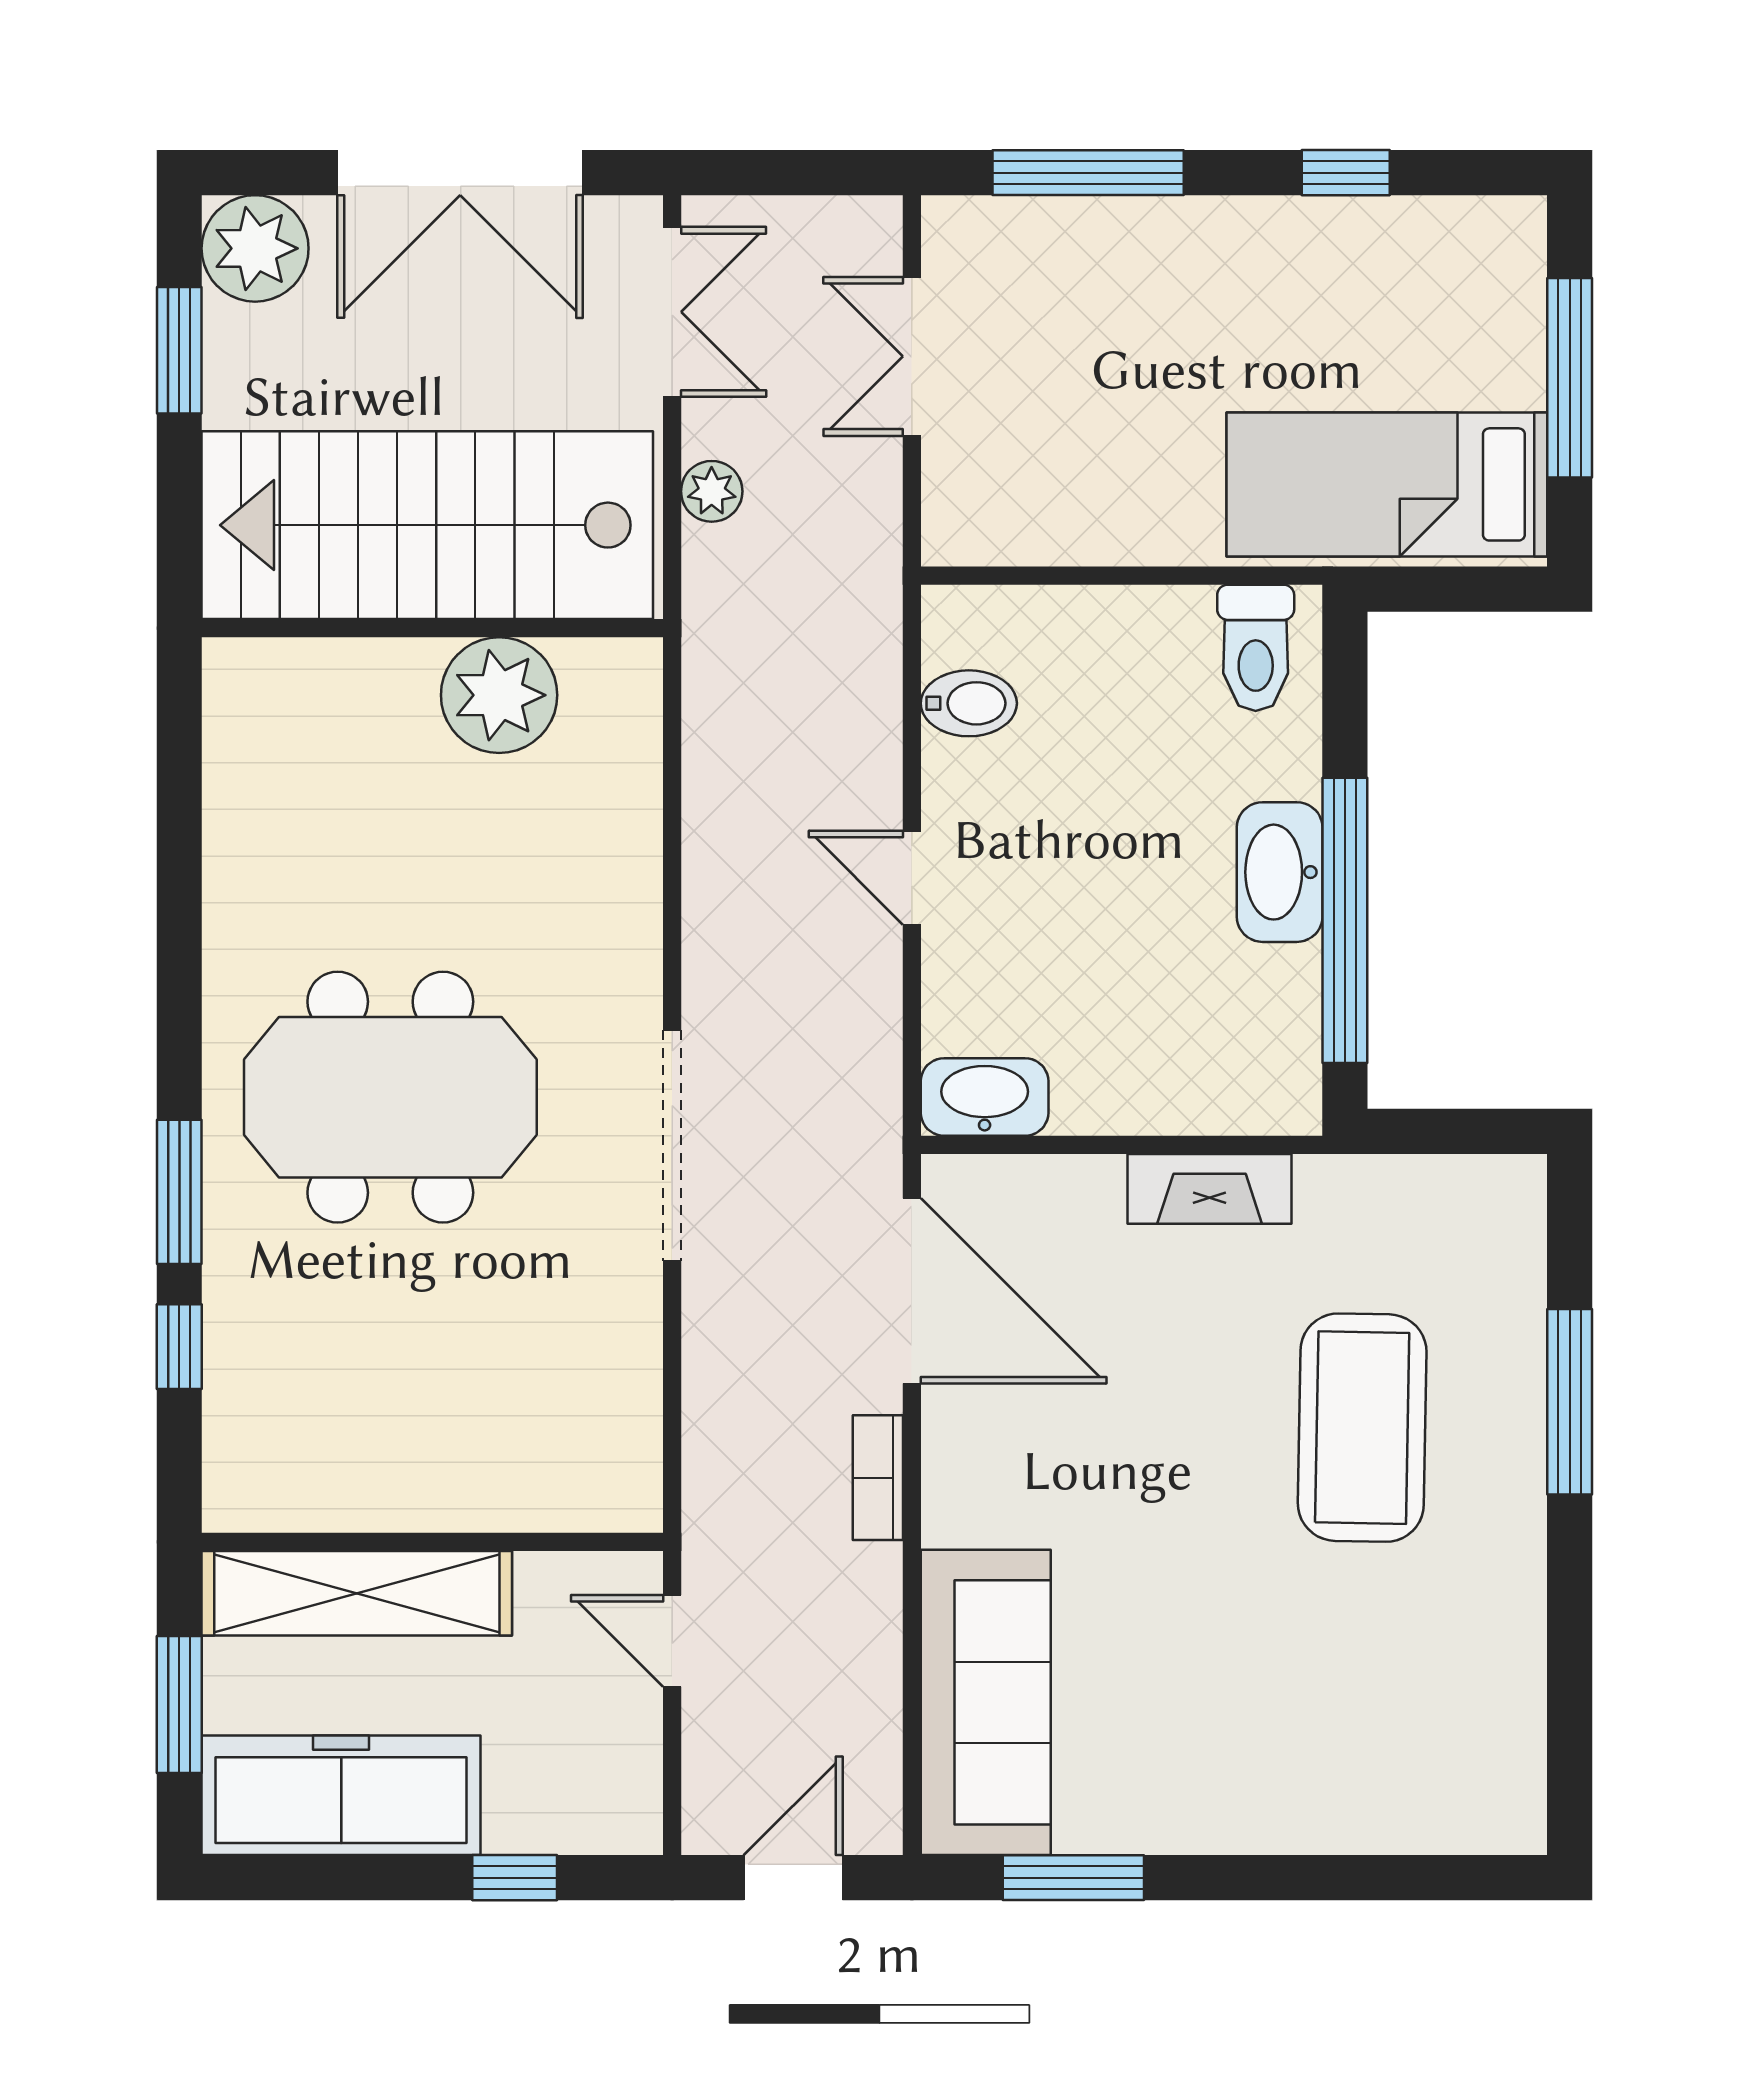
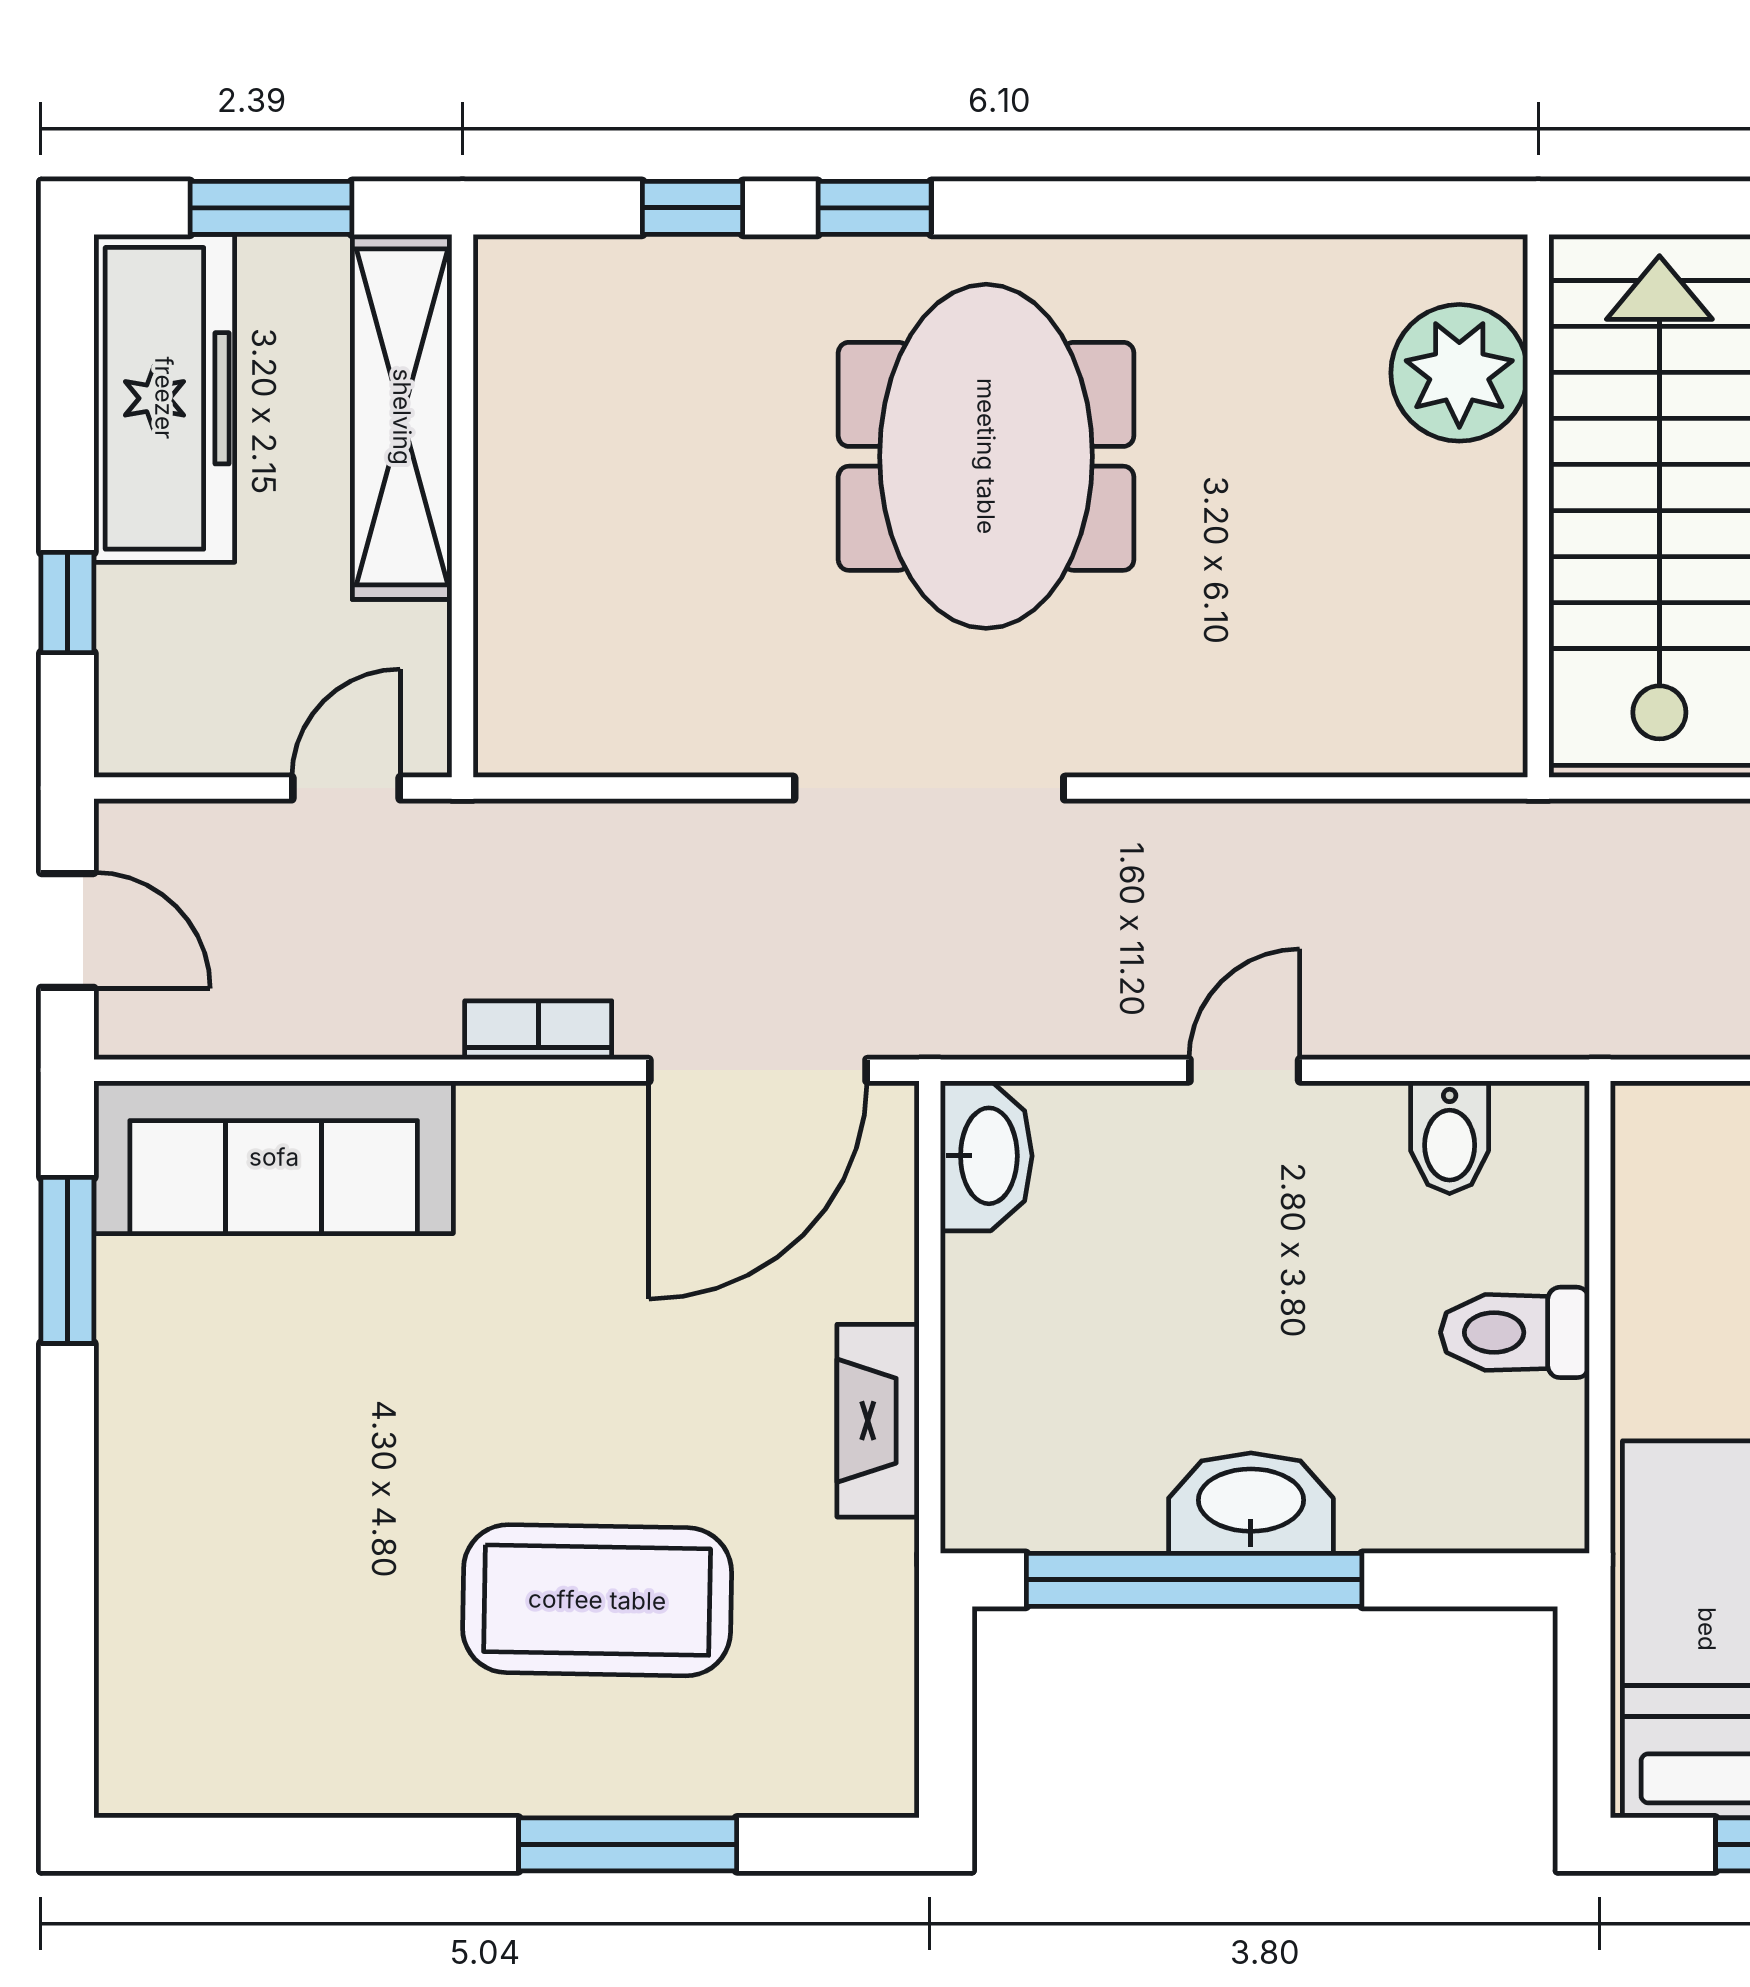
plant: (712, 491) -> (1699, 835), removed
toilet: (1256, 648) -> (1515, 1332), moved
plant: (499, 695) -> (1459, 373), moved
window: (179, 1192) -> (875, 208), width x0.67

